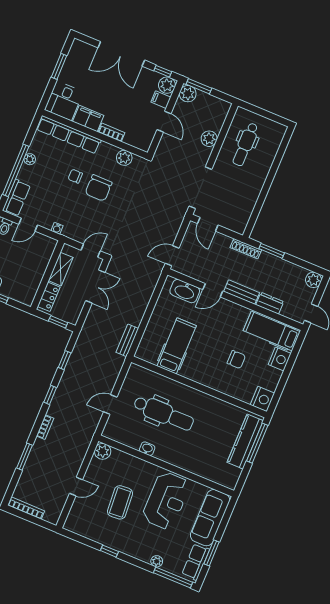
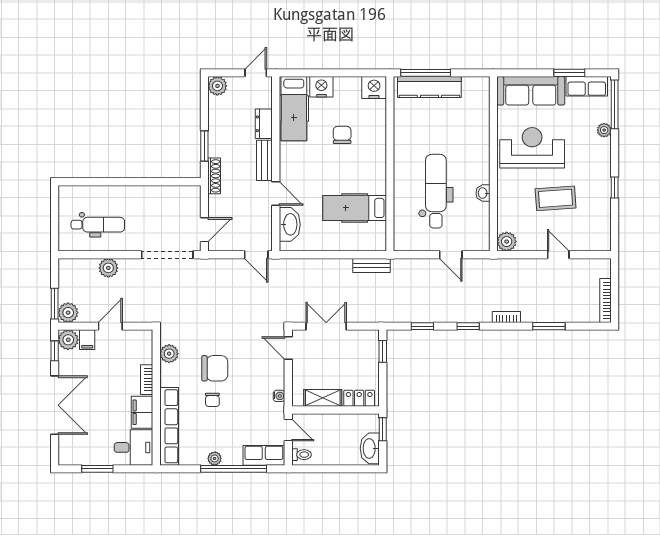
shelving: (61, 269) -> (323, 398), moved
wall: (47, 275) -> (336, 410), moved
locker: (49, 297) -> (359, 398), moved

